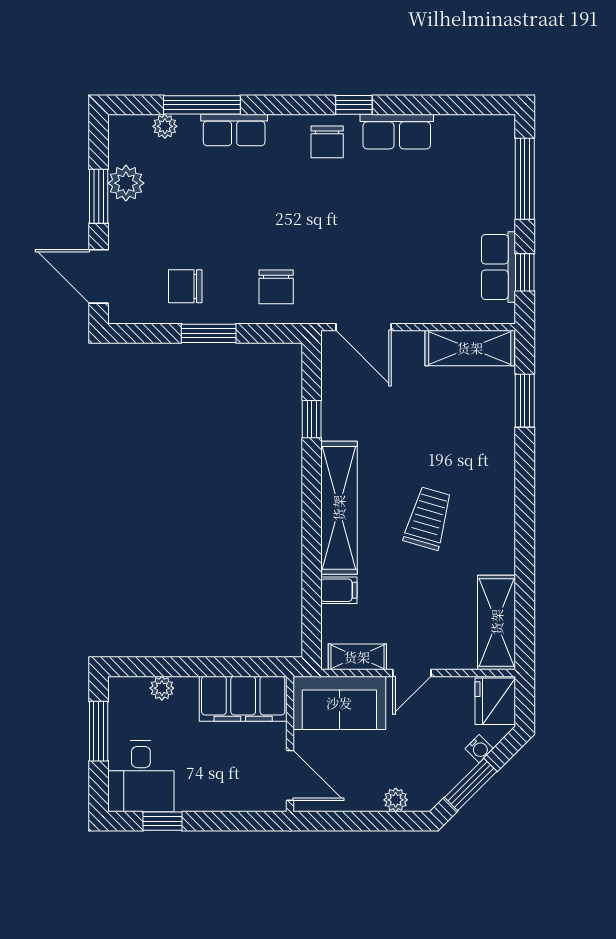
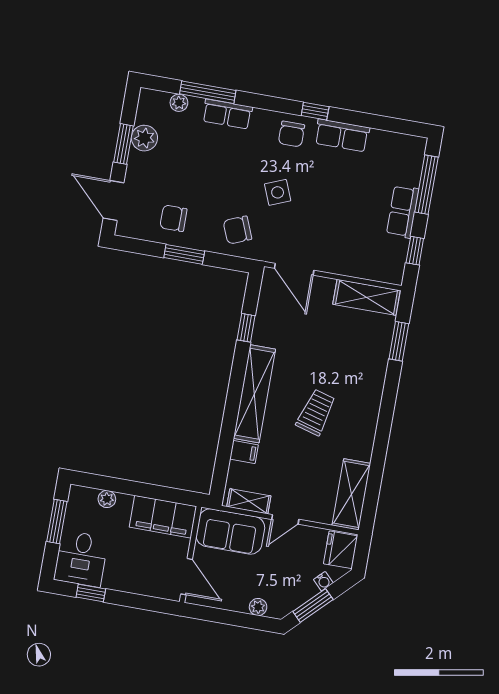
side table: (322, 226) -> (278, 192), added
row of seats: (499, 267) -> (403, 212), moved
chair: (276, 287) -> (237, 230), turned 68

